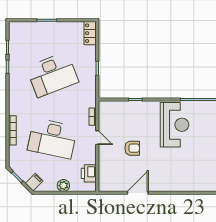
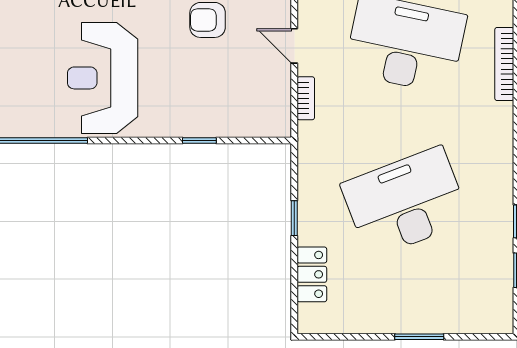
locker: (90, 33) -> (312, 274), moved

